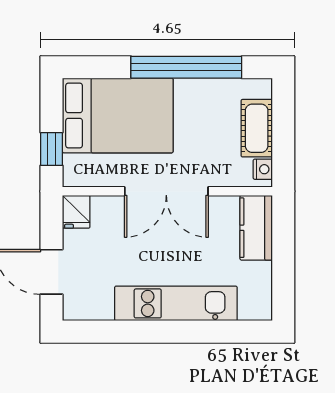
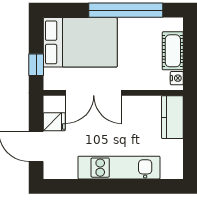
double door: (166, 191) -> (94, 93), moved
fridge: (76, 212) -> (54, 122), moved, turned -90

